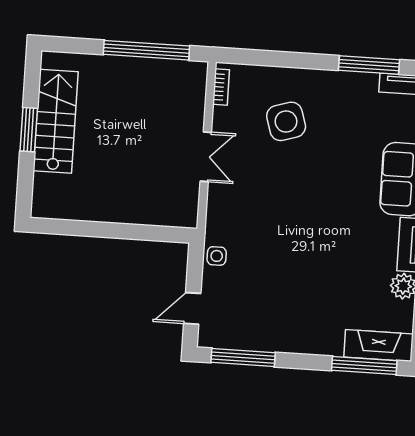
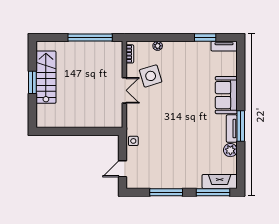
window: (369, 65) -> (205, 38), width x0.69
plant: (276, 75) -> (158, 46), added
side table: (286, 121) -> (151, 76), moved
window: (243, 357) -> (166, 192), moved

